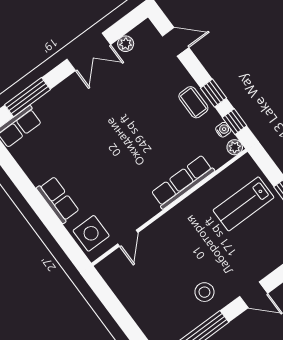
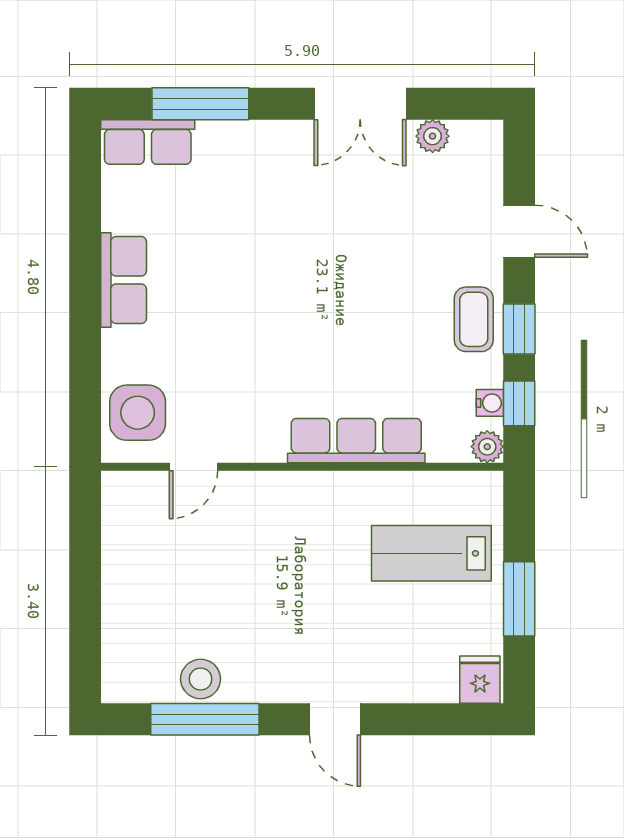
door: (176, 42) -> (519, 231), moved
row of seats: (58, 200) -> (124, 280), moved
stool: (204, 292) -> (201, 679), moved

